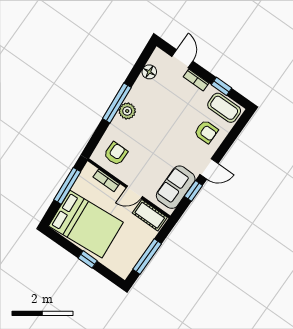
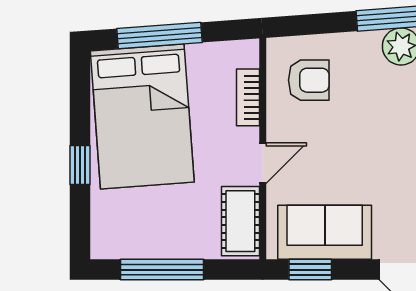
window: (67, 186) -> (160, 35), moved
window: (193, 191) -> (310, 270), moved
door: (134, 192) -> (263, 163), swing flipped

